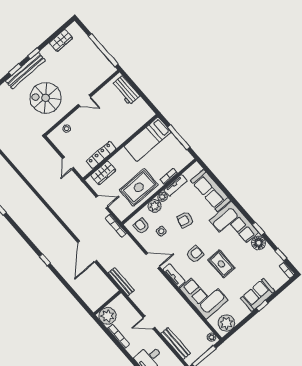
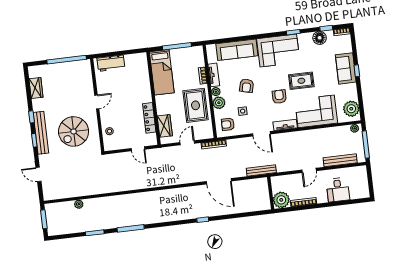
floor lamp: (259, 243) -> (320, 38), moved
door: (153, 261) -> (261, 134), swing flipped

